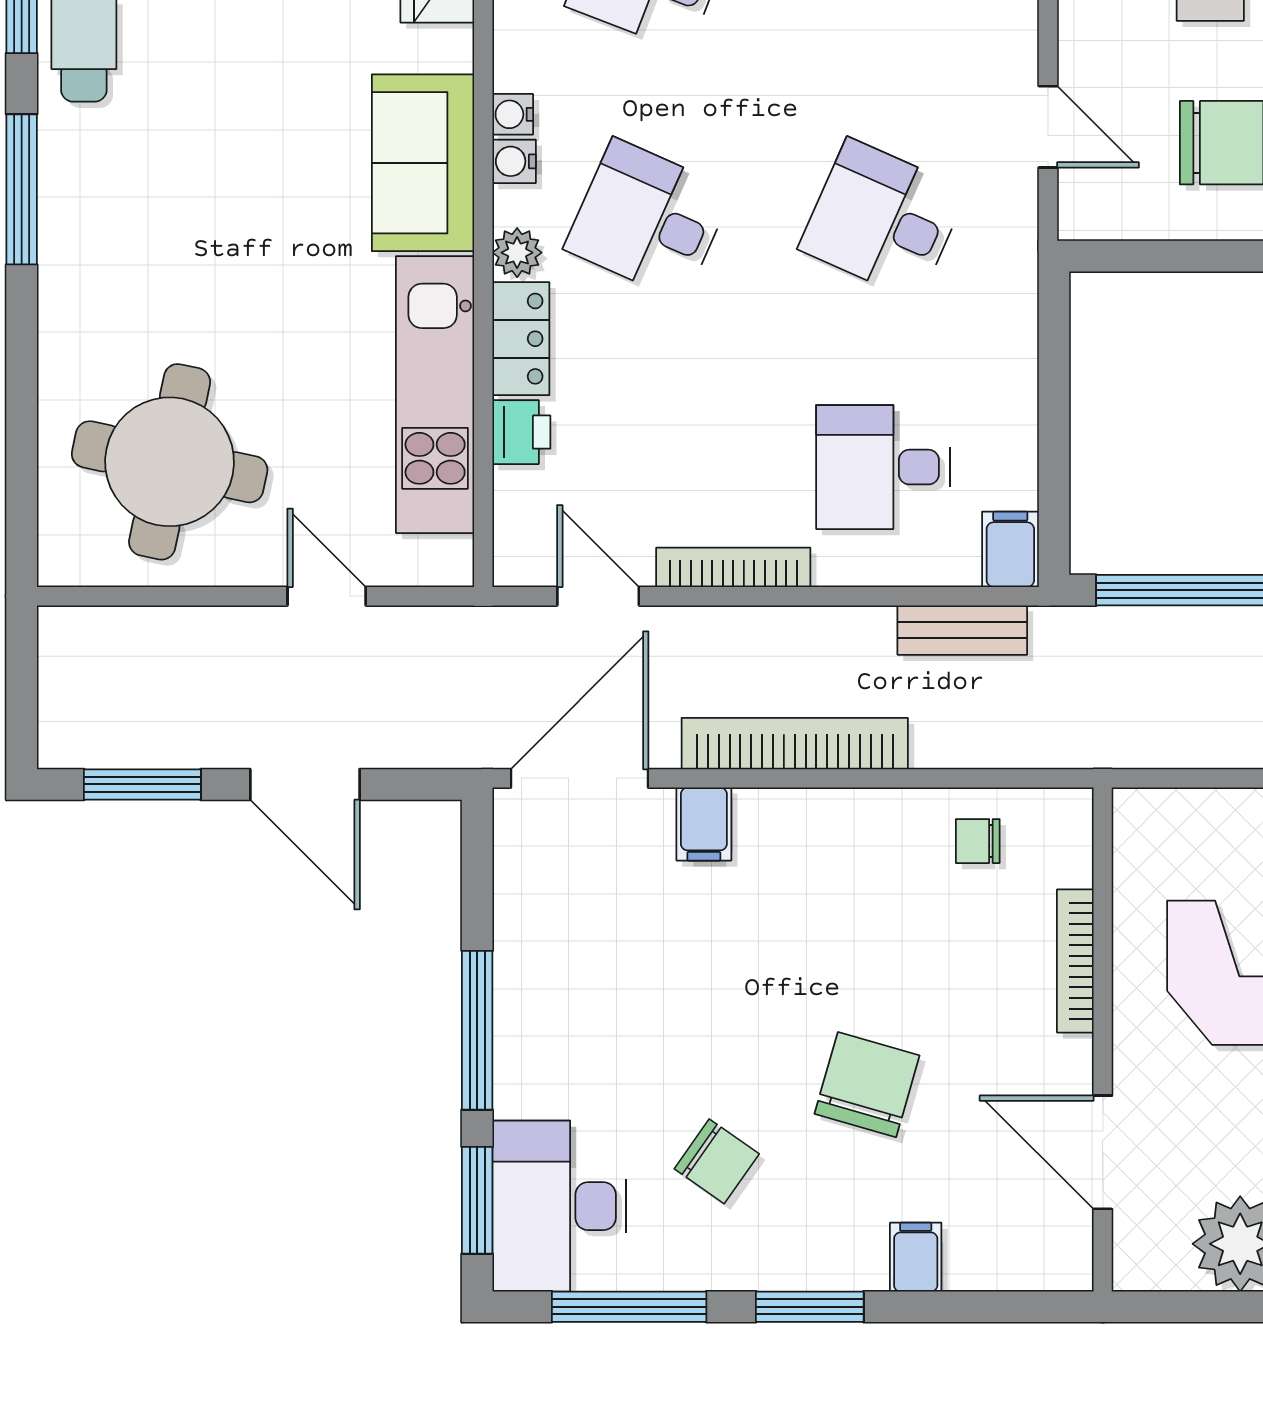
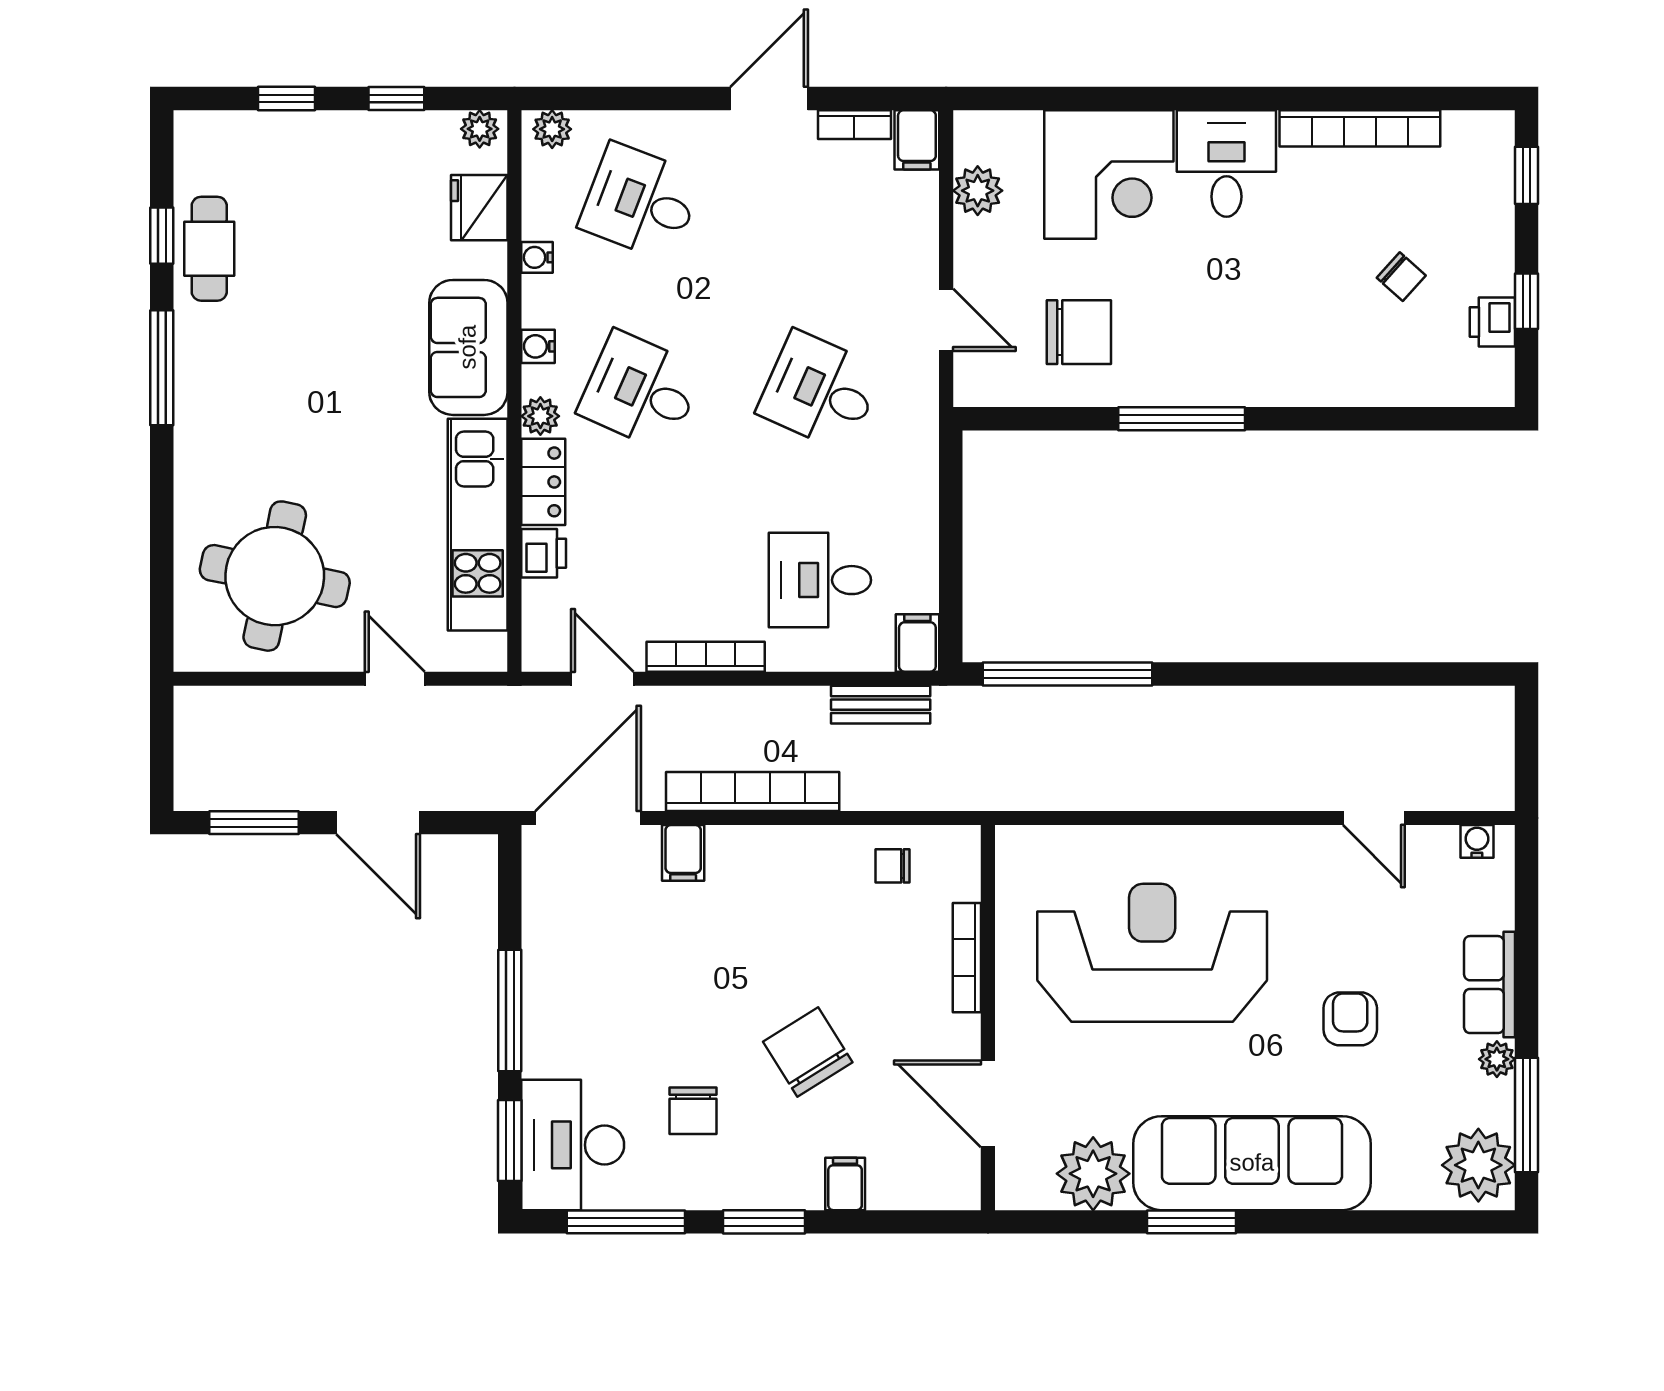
water cooler: (513, 114) -> (537, 257), moved
chair: (867, 1085) -> (808, 1052), turned -48
chair: (717, 1161) -> (693, 1111), turned 55

